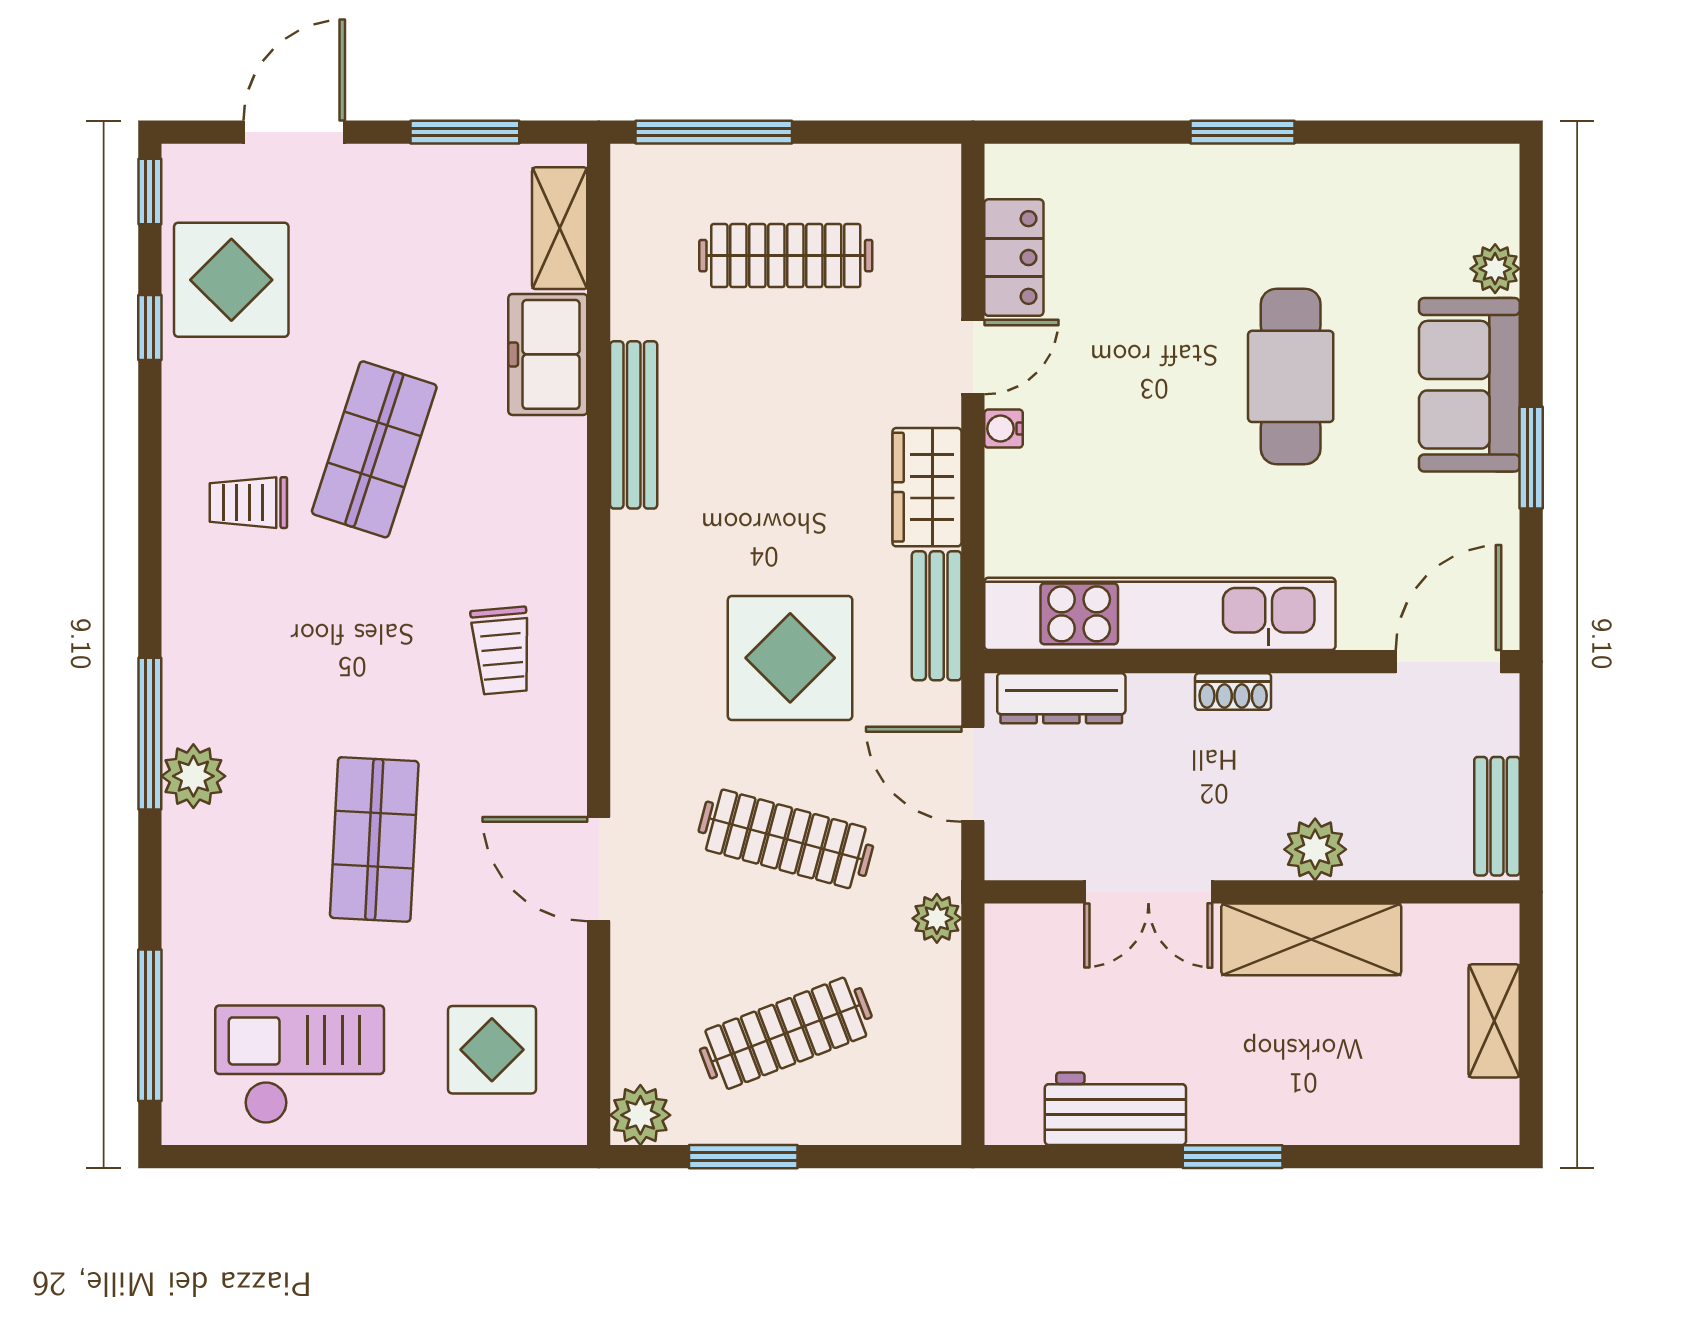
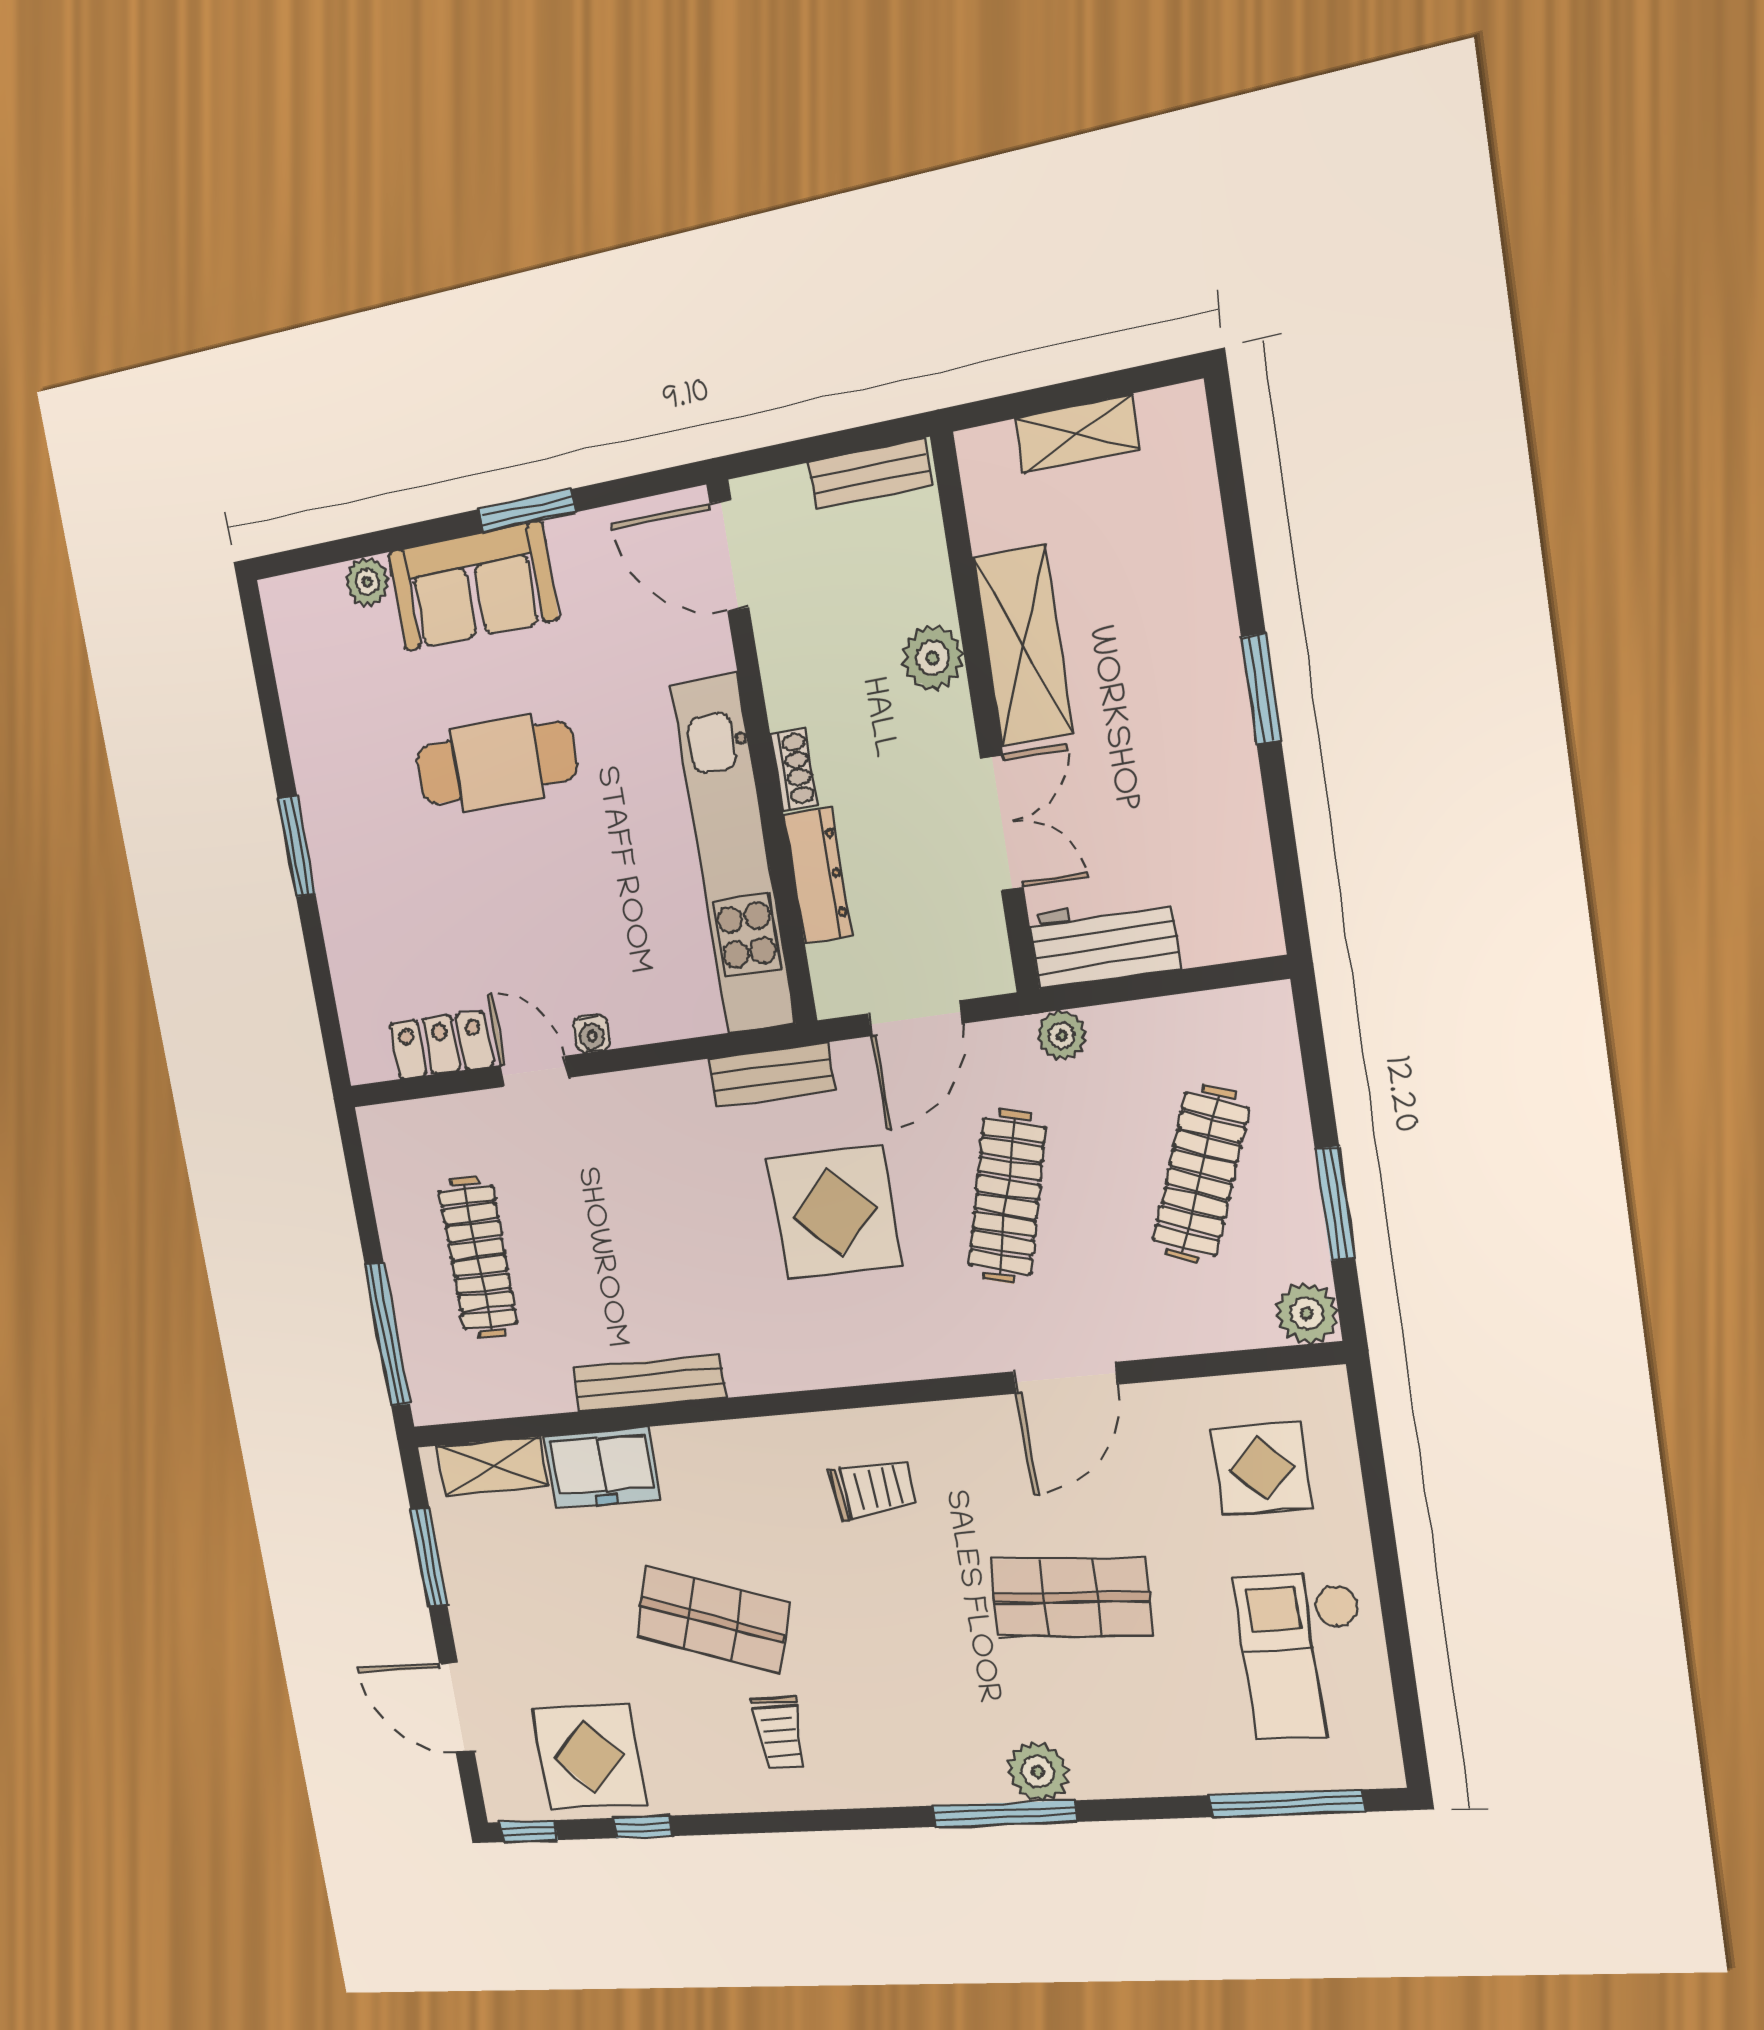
wardrobe: (927, 487) -> (656, 1100), removed
dresser: (1061, 698) -> (818, 875), moved
clothes rail: (786, 1033) -> (1201, 1174), turned 42
workbench: (1115, 1109) -> (1104, 942), moved, turned 90

